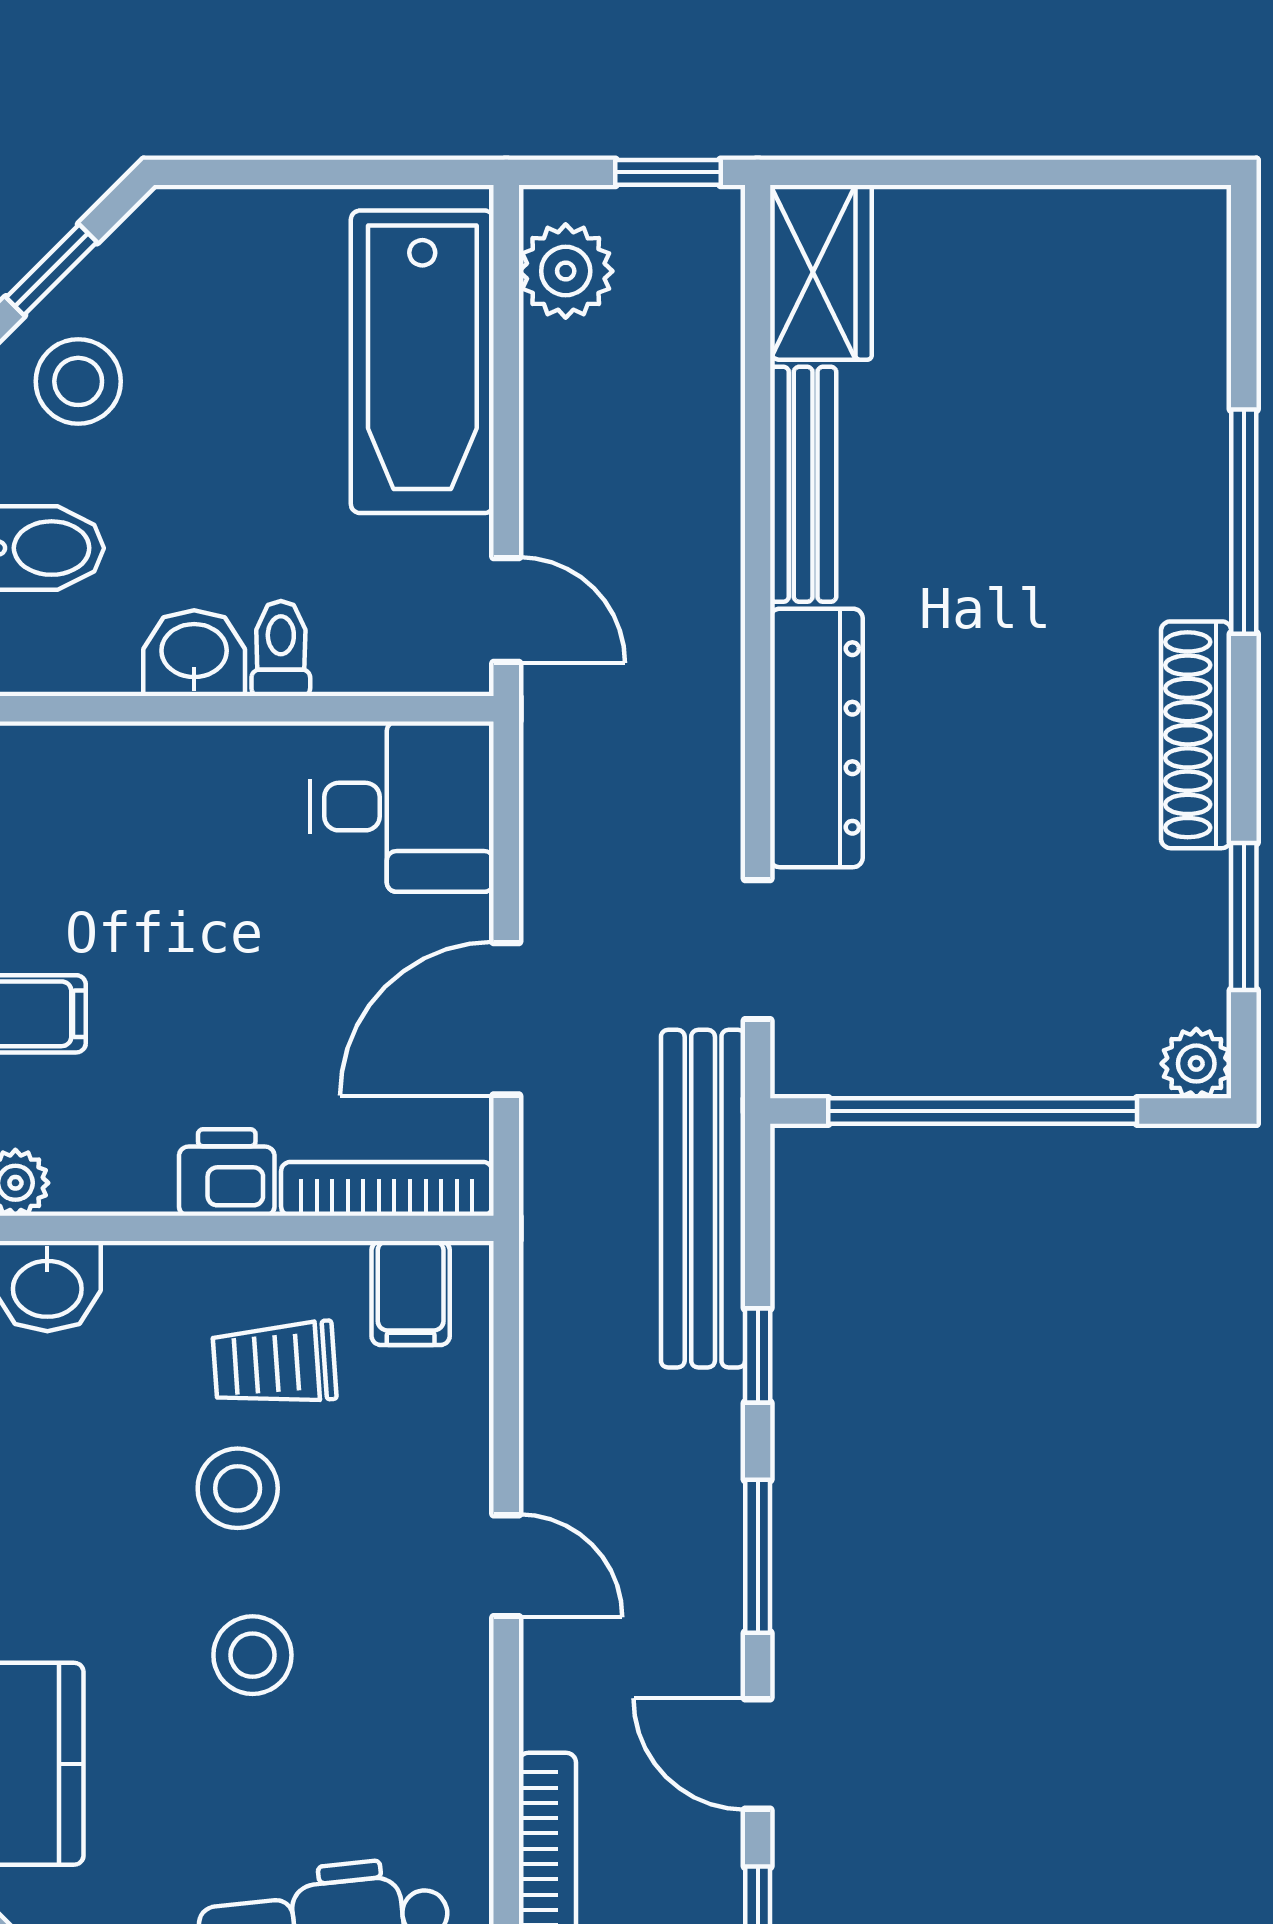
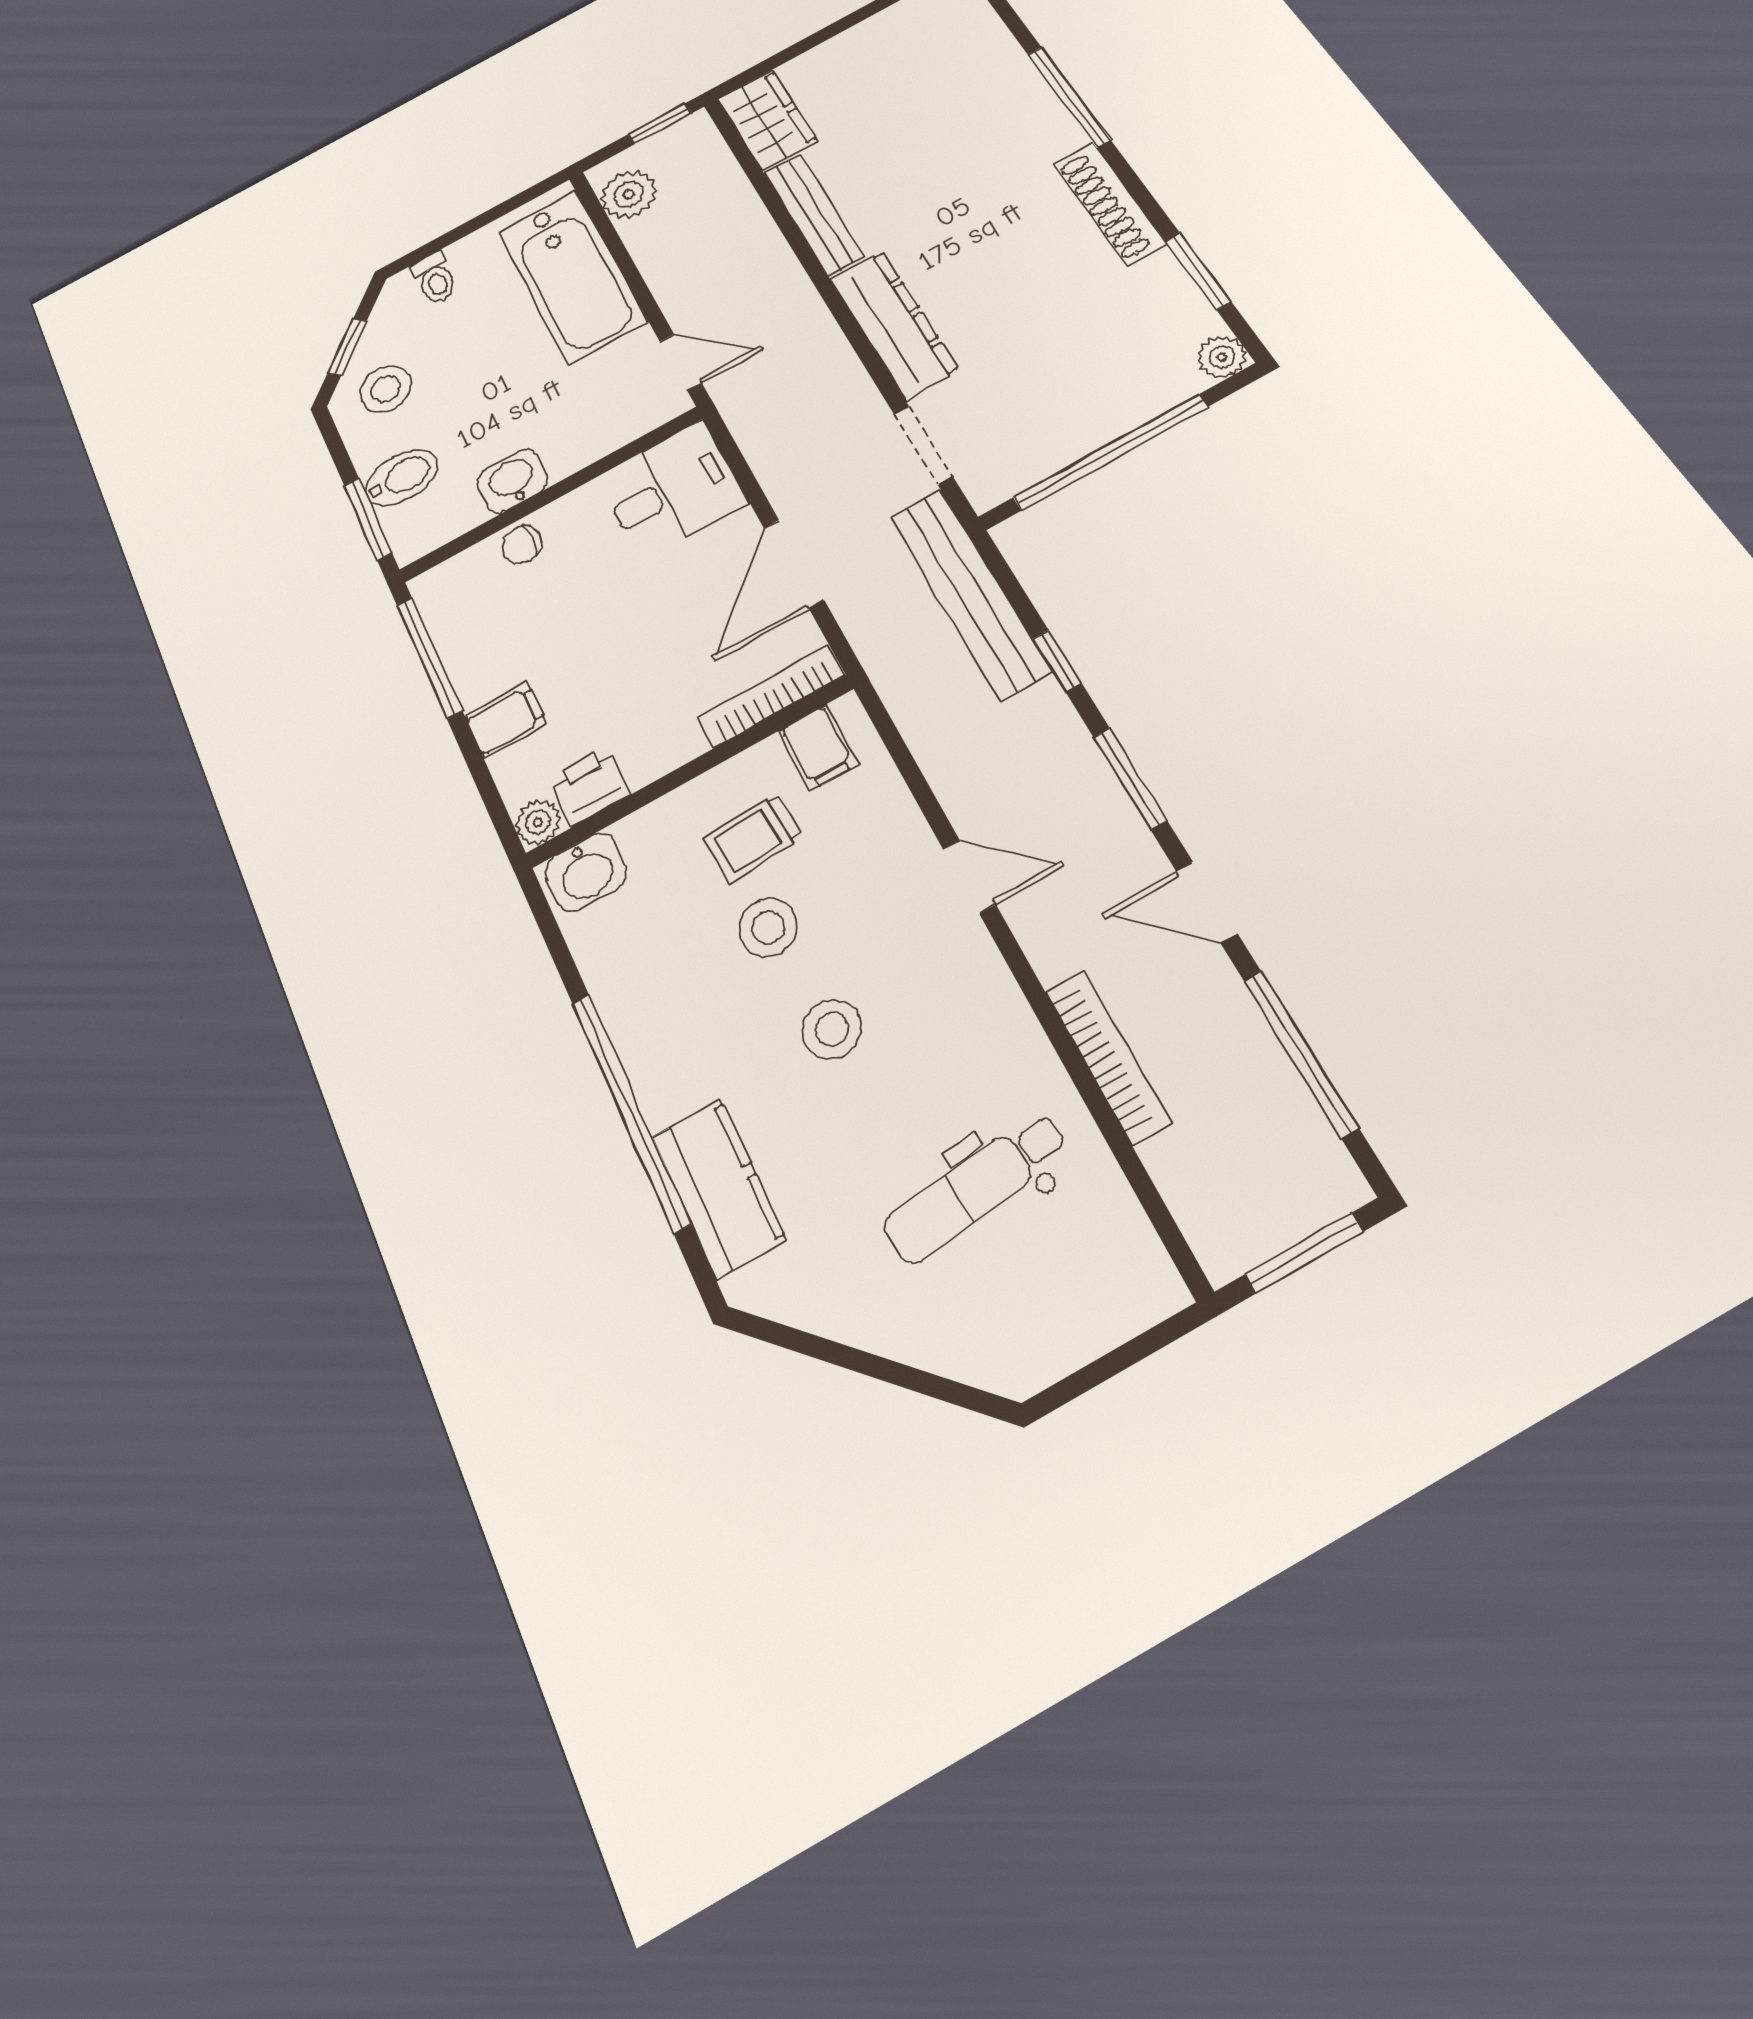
toilet: (281, 649) -> (435, 279), moved, turned 180
chair: (165, 763) -> (522, 545), added
printer: (227, 1172) -> (590, 786), moved

